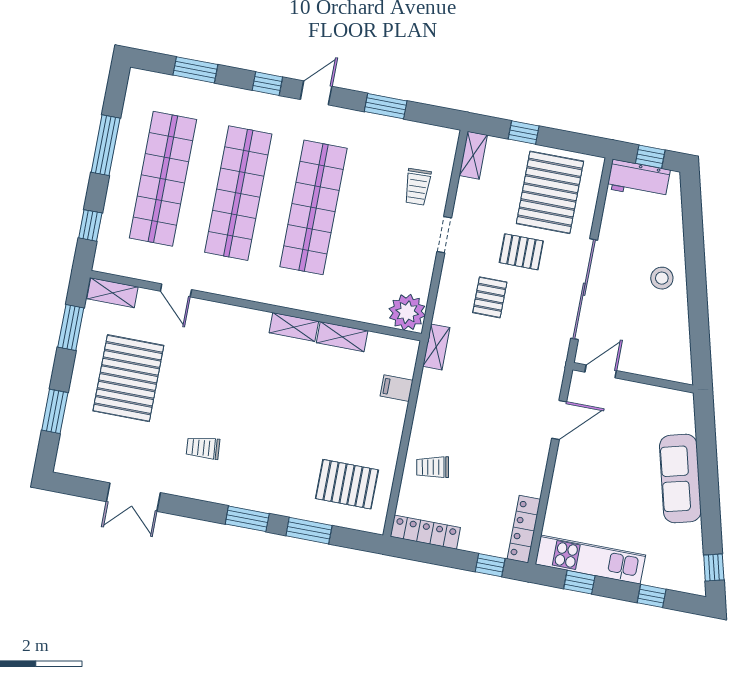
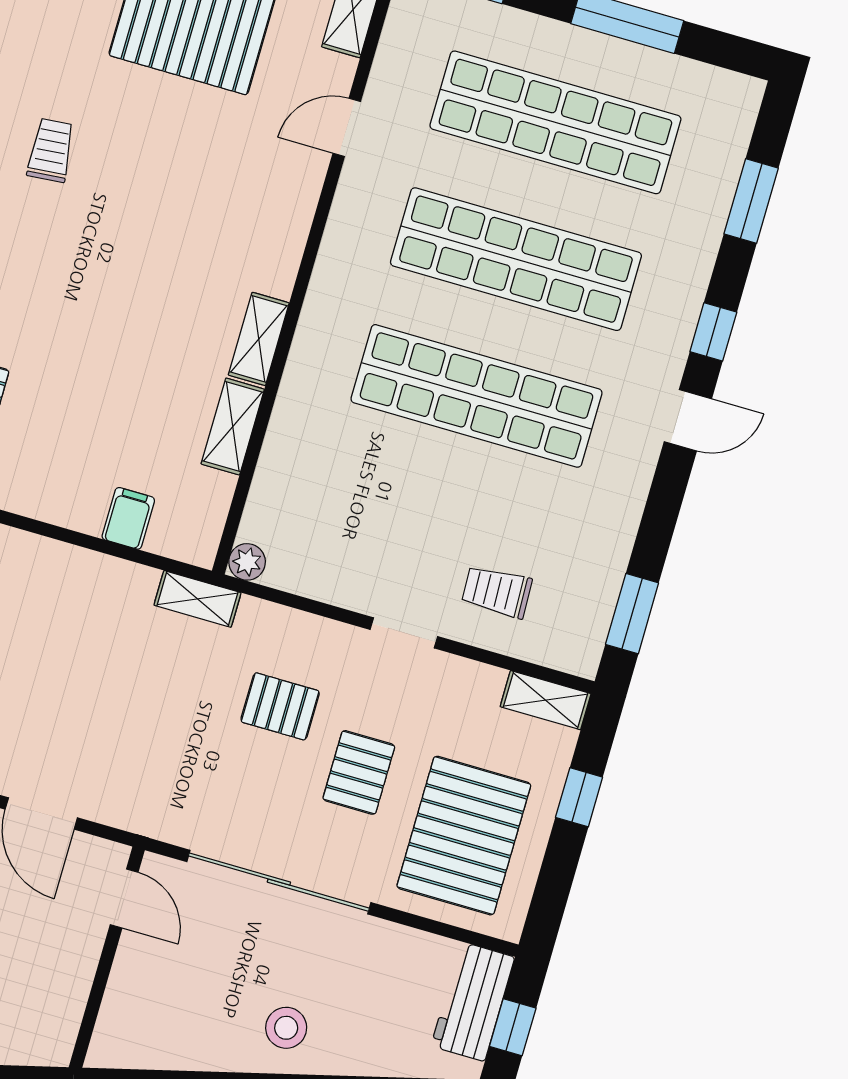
door: (316, 93) -> (688, 420), hinge flipped
window: (386, 106) -> (632, 614), moved
pallet: (550, 192) -> (464, 836), turned 90
plant: (407, 312) -> (247, 562), width x0.53, depth x0.53

